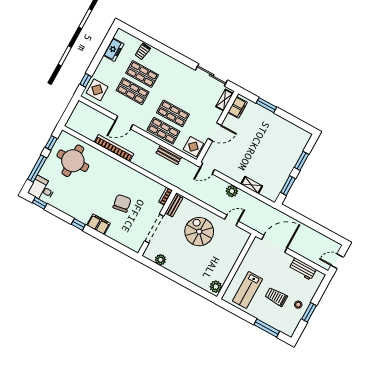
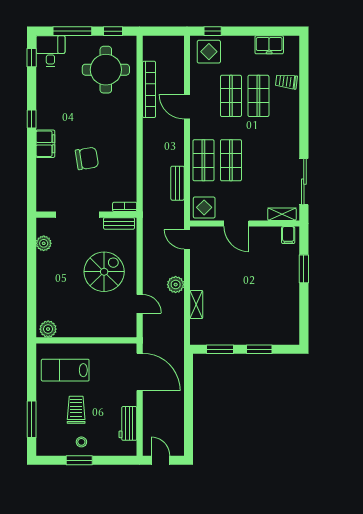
filing cabinet: (237, 107) -> (288, 235), width x0.50
bookcase: (114, 148) -> (149, 89), moved

